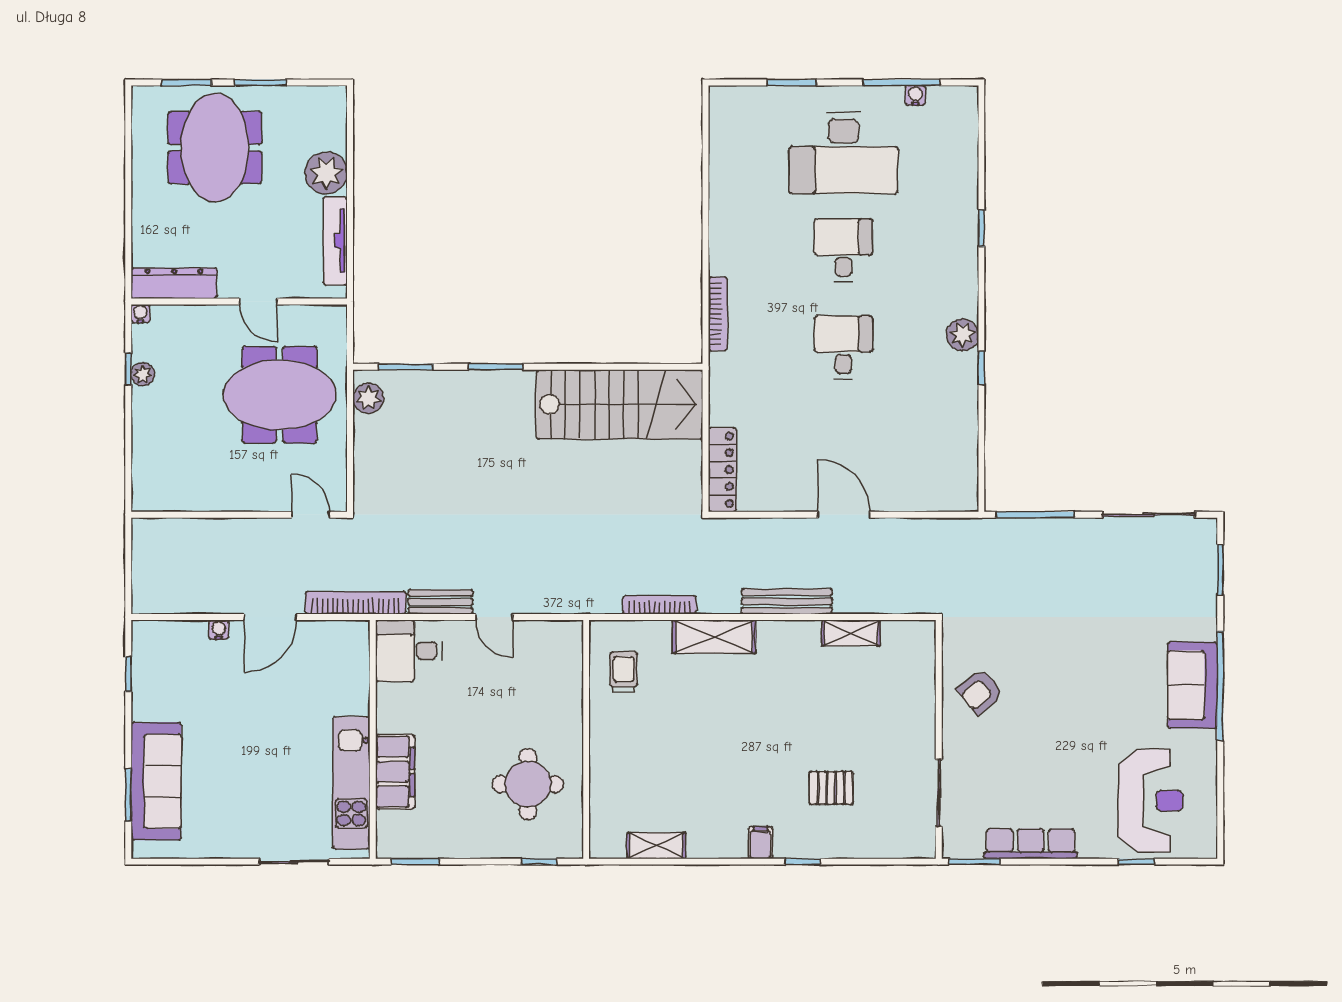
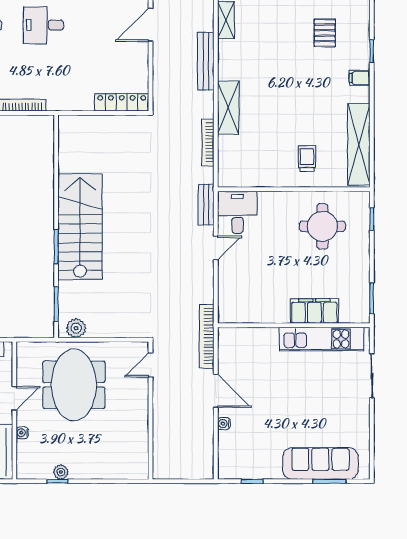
water cooler: (140, 314) -> (22, 433), moved
stairs: (619, 404) -> (80, 227), moved
bench: (440, 602) -> (206, 205), moved
desk: (409, 651) -> (238, 212), moved, turned 180
trolley: (624, 672) -> (307, 158), moved, turned 90
shelving: (656, 846) -> (359, 144), width x2.20, depth x1.33

